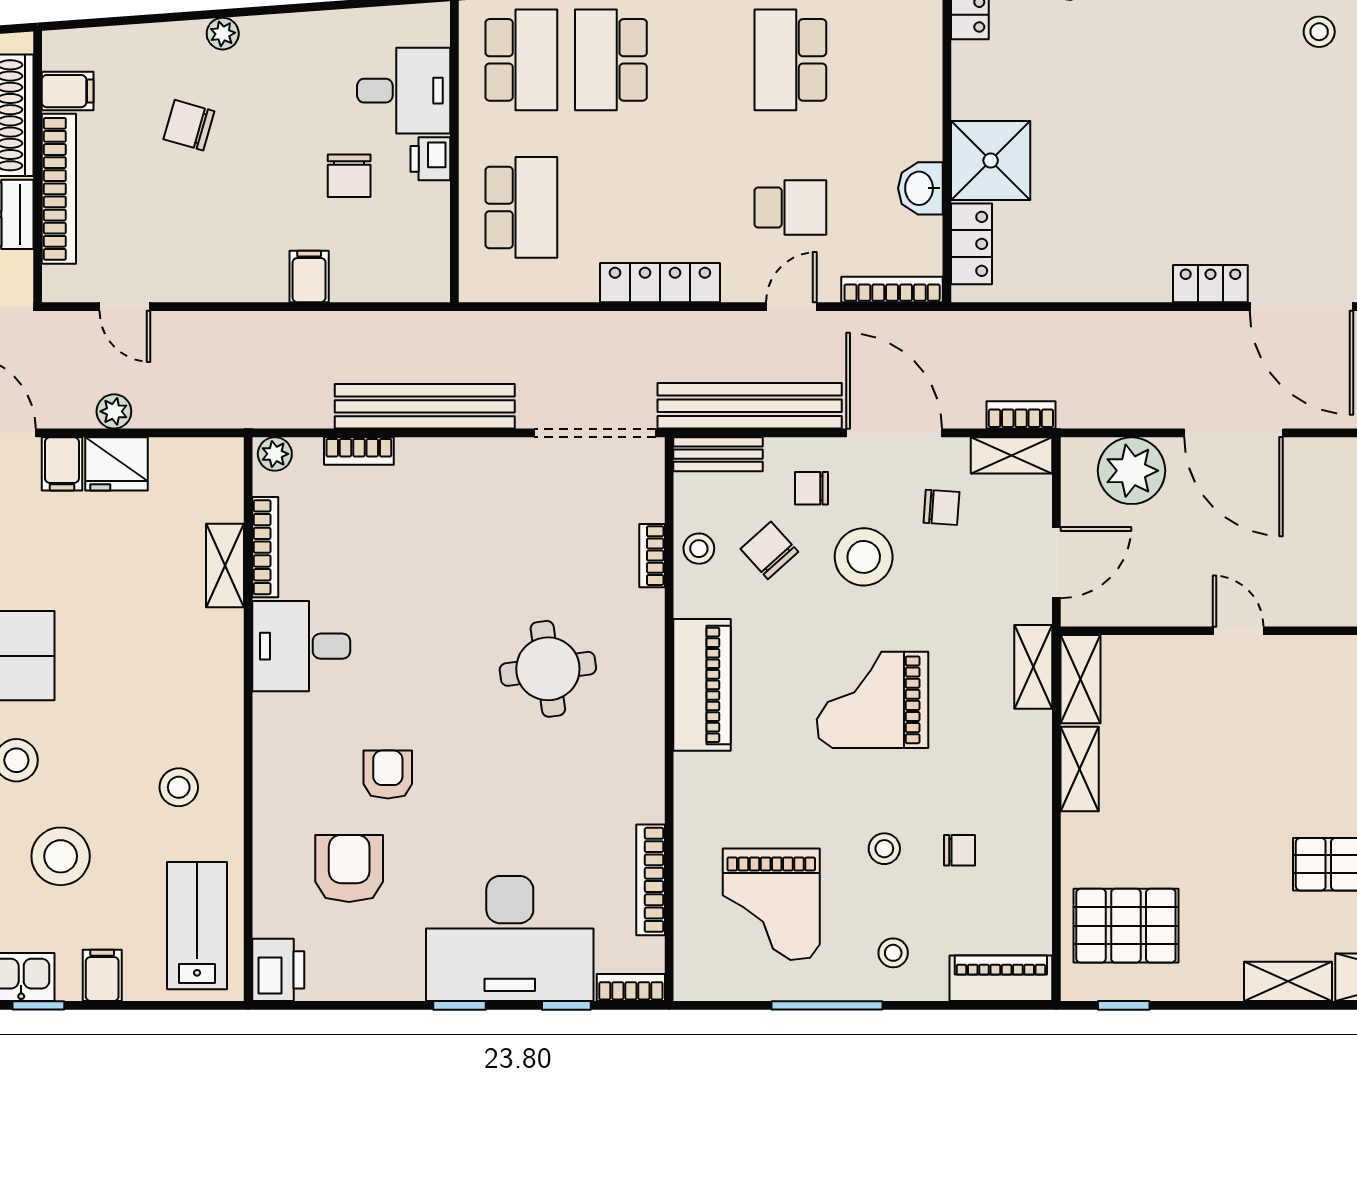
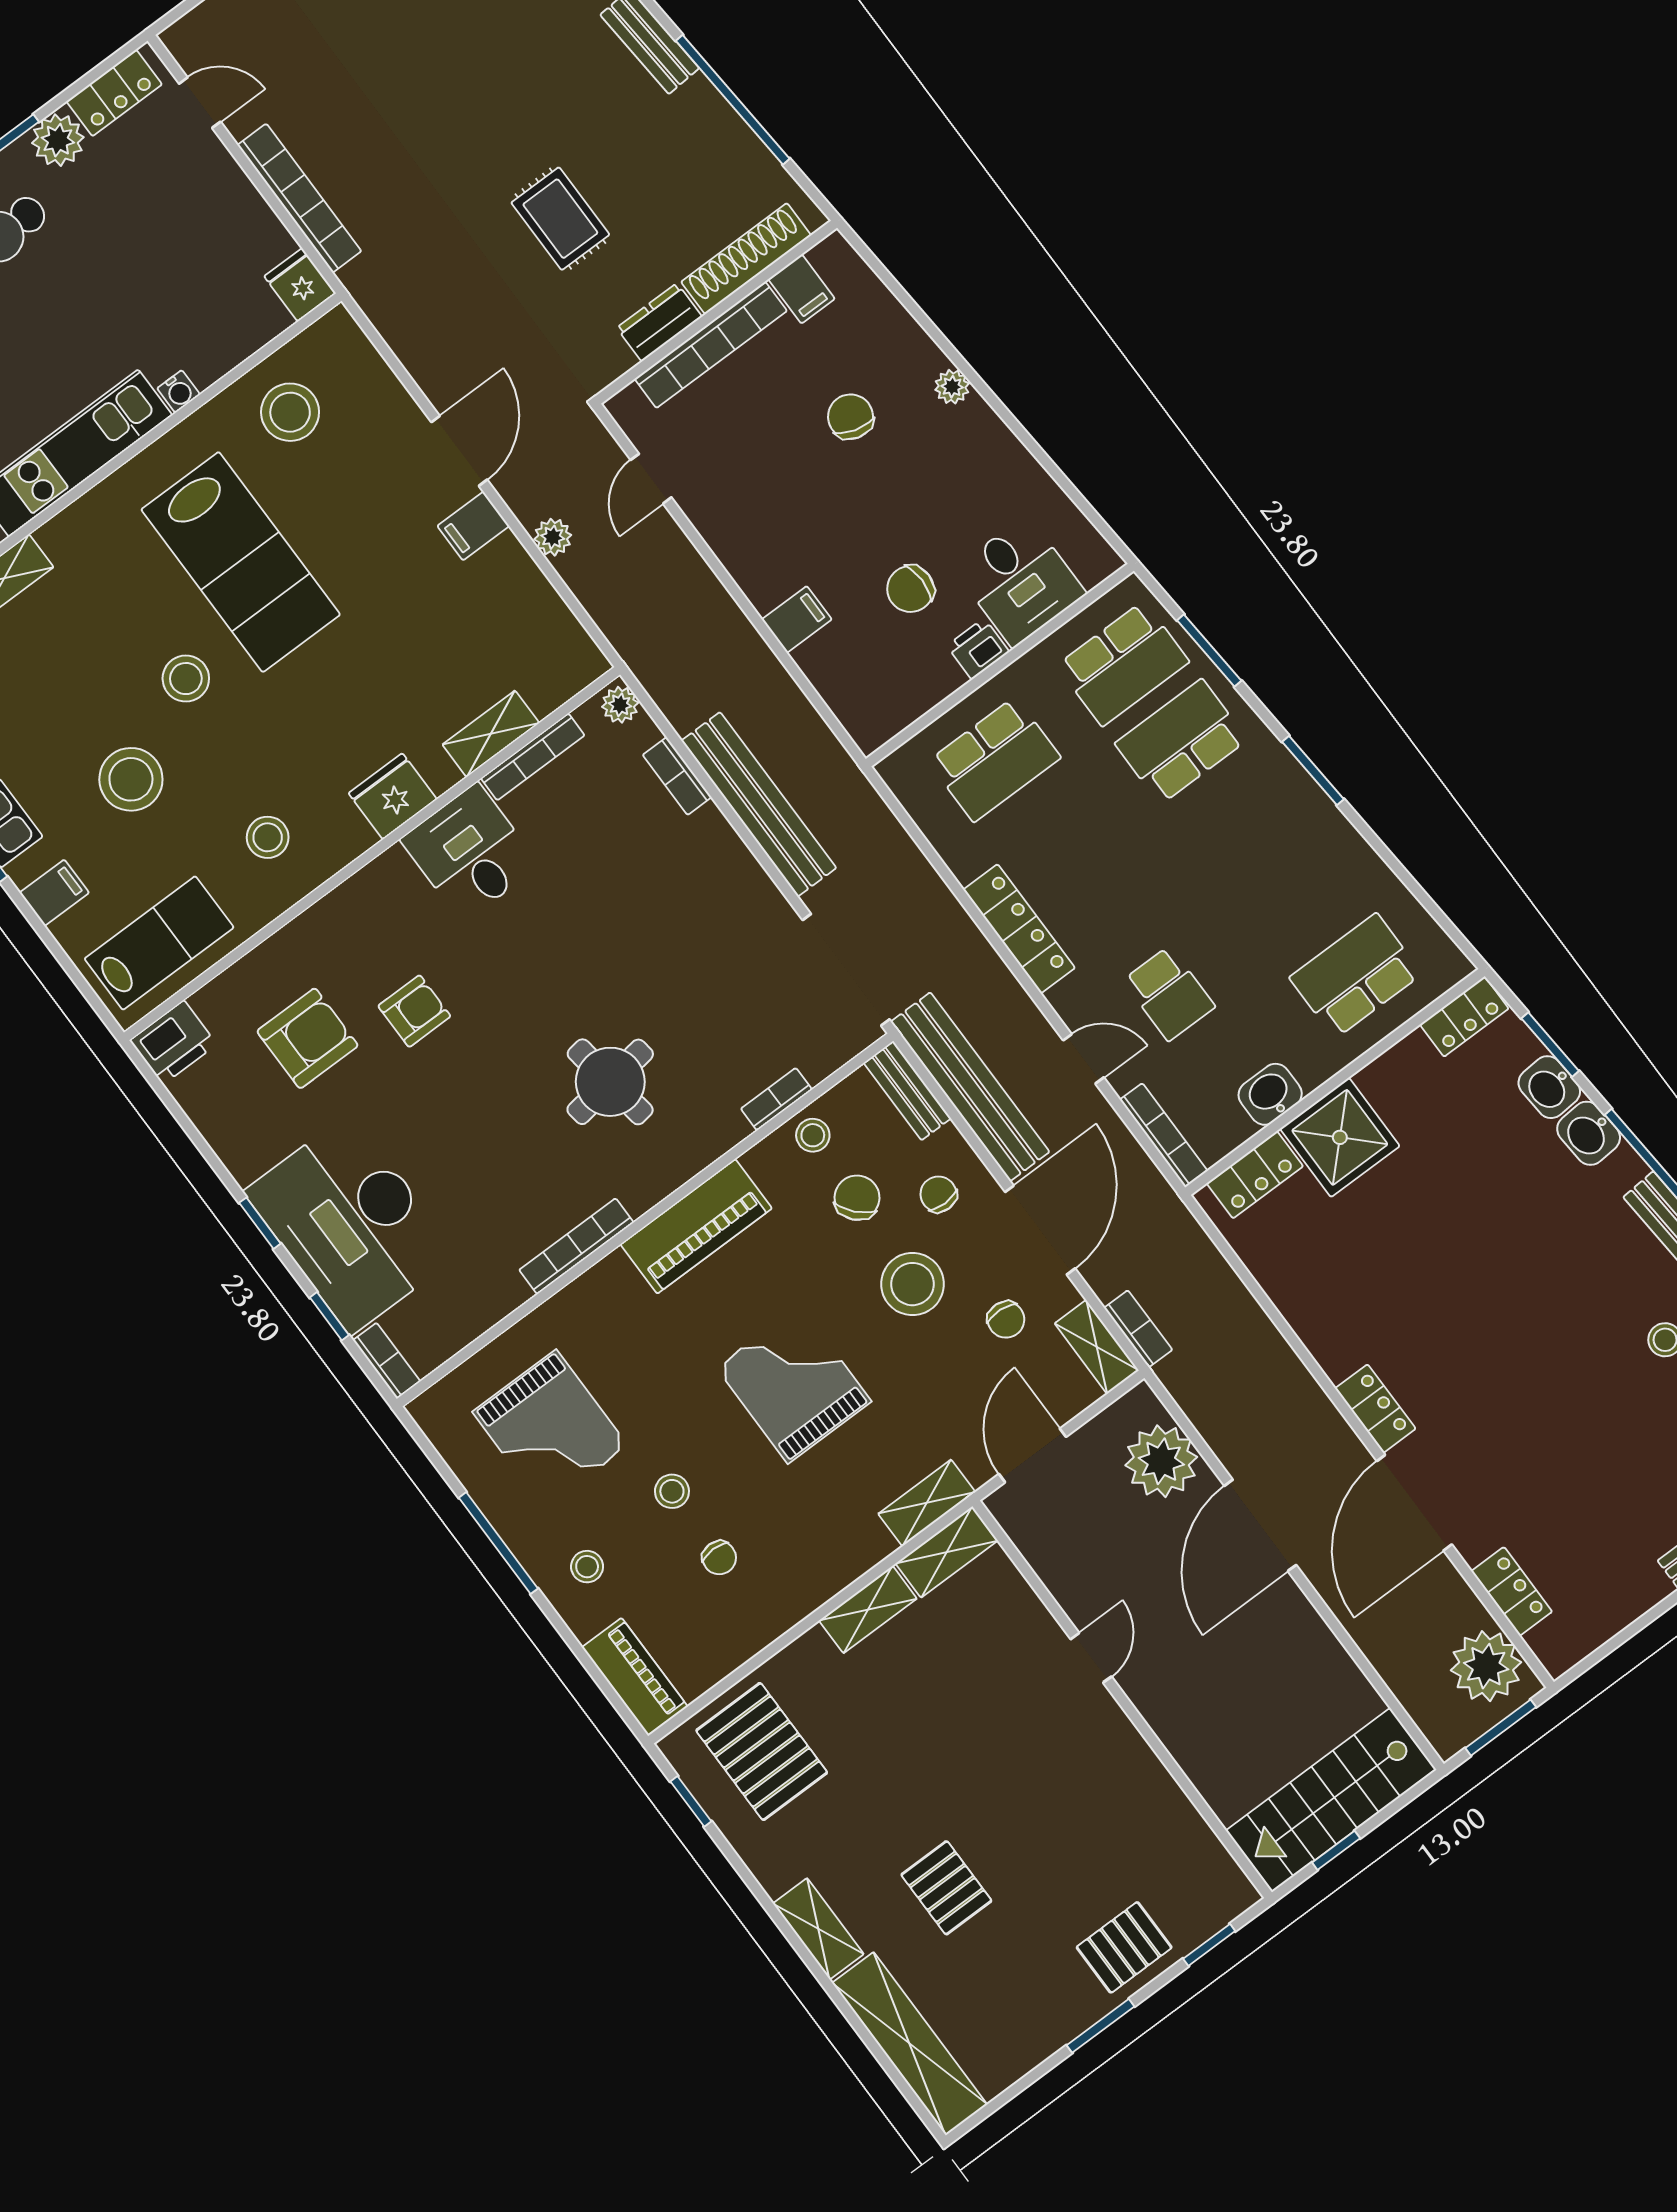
school desk: (790, 60) -> (1356, 976), moved
fridge: (116, 464) -> (393, 796), moved, turned 90
door: (1056, 563) -> (1032, 1455), swing flipped
bookcase: (651, 880) -> (576, 1246), moved
grand piano: (771, 904) -> (550, 1429), turned -90

